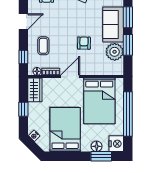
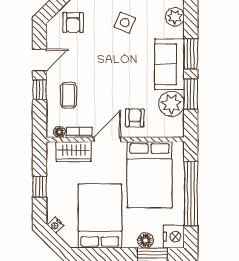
armchair: (84, 43) -> (135, 118), moved
window: (23, 57) -> (40, 90), moved
wardrobe: (35, 90) -> (74, 152), moved, turned 90

